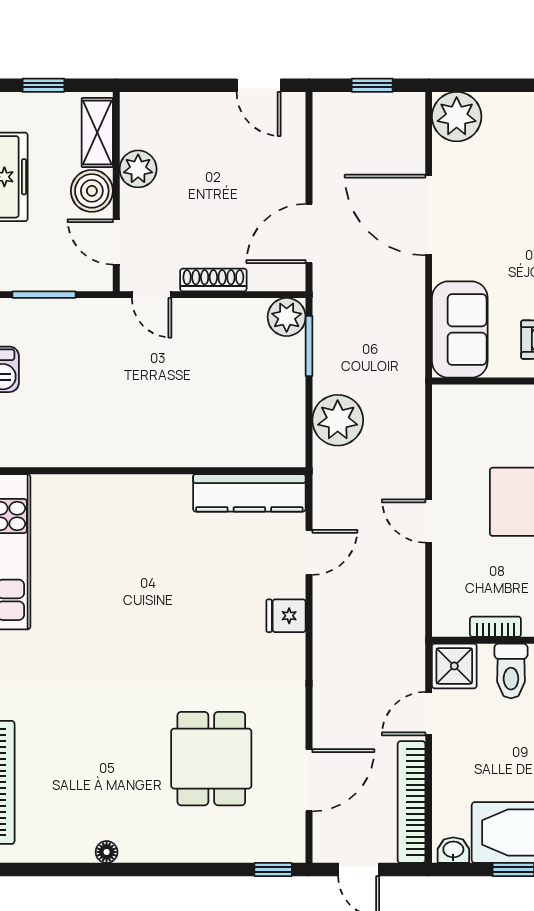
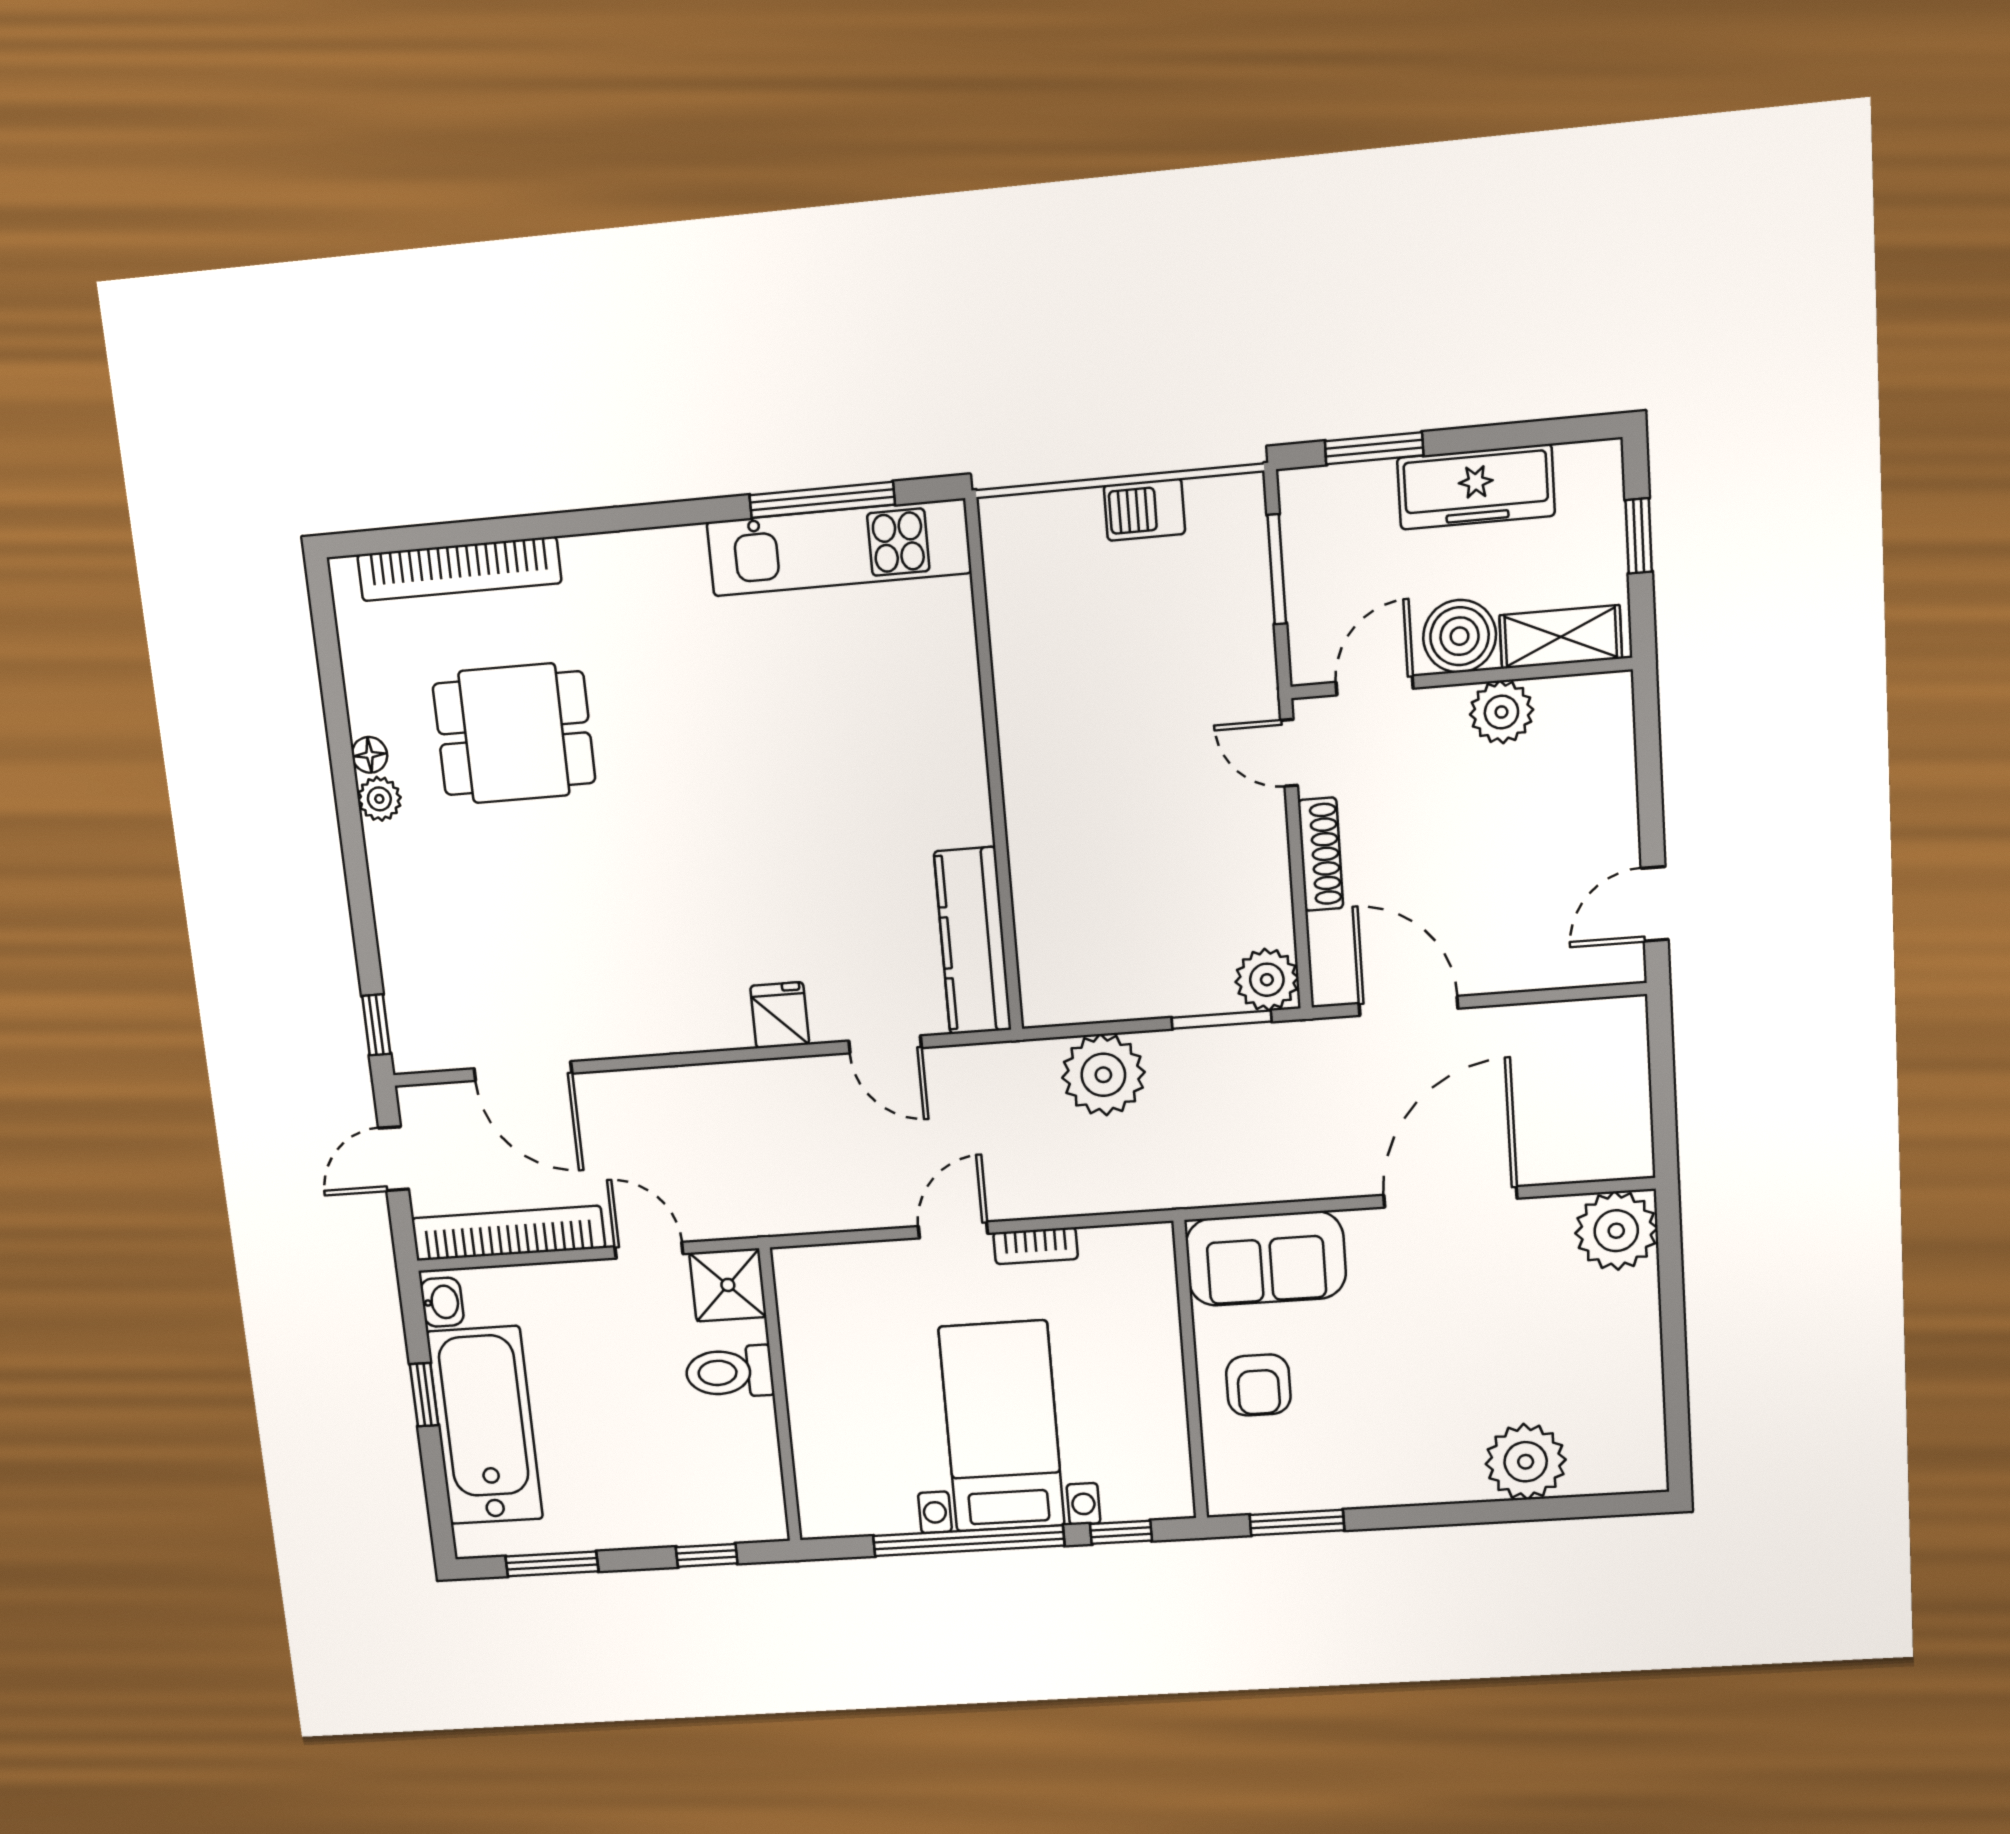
window: (372, 85) -> (1663, 1091), removed
door: (152, 295) -> (1289, 753), hinge flipped
bookcase: (495, 627) -> (1036, 1246), moved, turned 90
dining table: (211, 759) -> (514, 733), moved
plant: (134, 849) -> (379, 799), added

